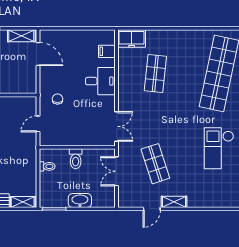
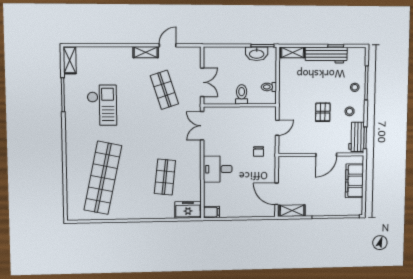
filing cabinet: (107, 51) -> (211, 212), moved
washbasin: (80, 201) -> (257, 54), moved

